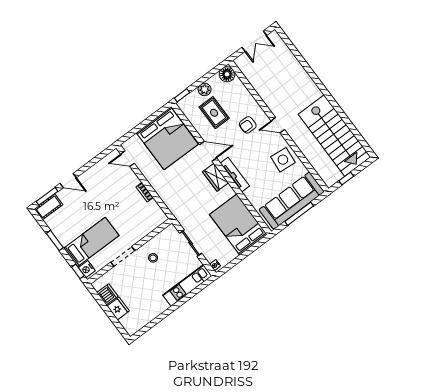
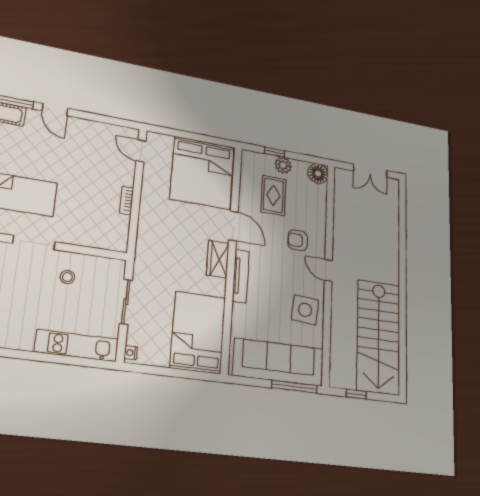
window: (182, 95) -> (275, 152), moved
window: (299, 214) -> (294, 387), moved

